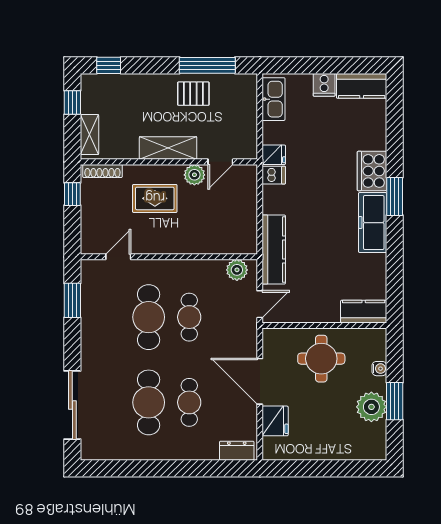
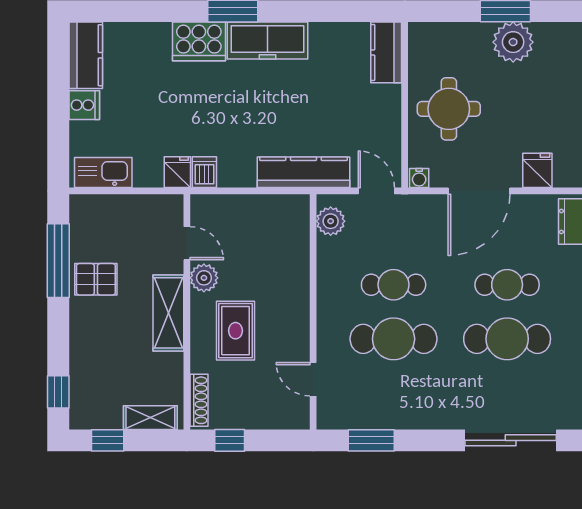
pallet: (193, 94) -> (96, 279), turned 90
water cooler: (379, 369) -> (419, 178), moved, turned 180
fridge: (275, 421) -> (537, 170), width x0.72

